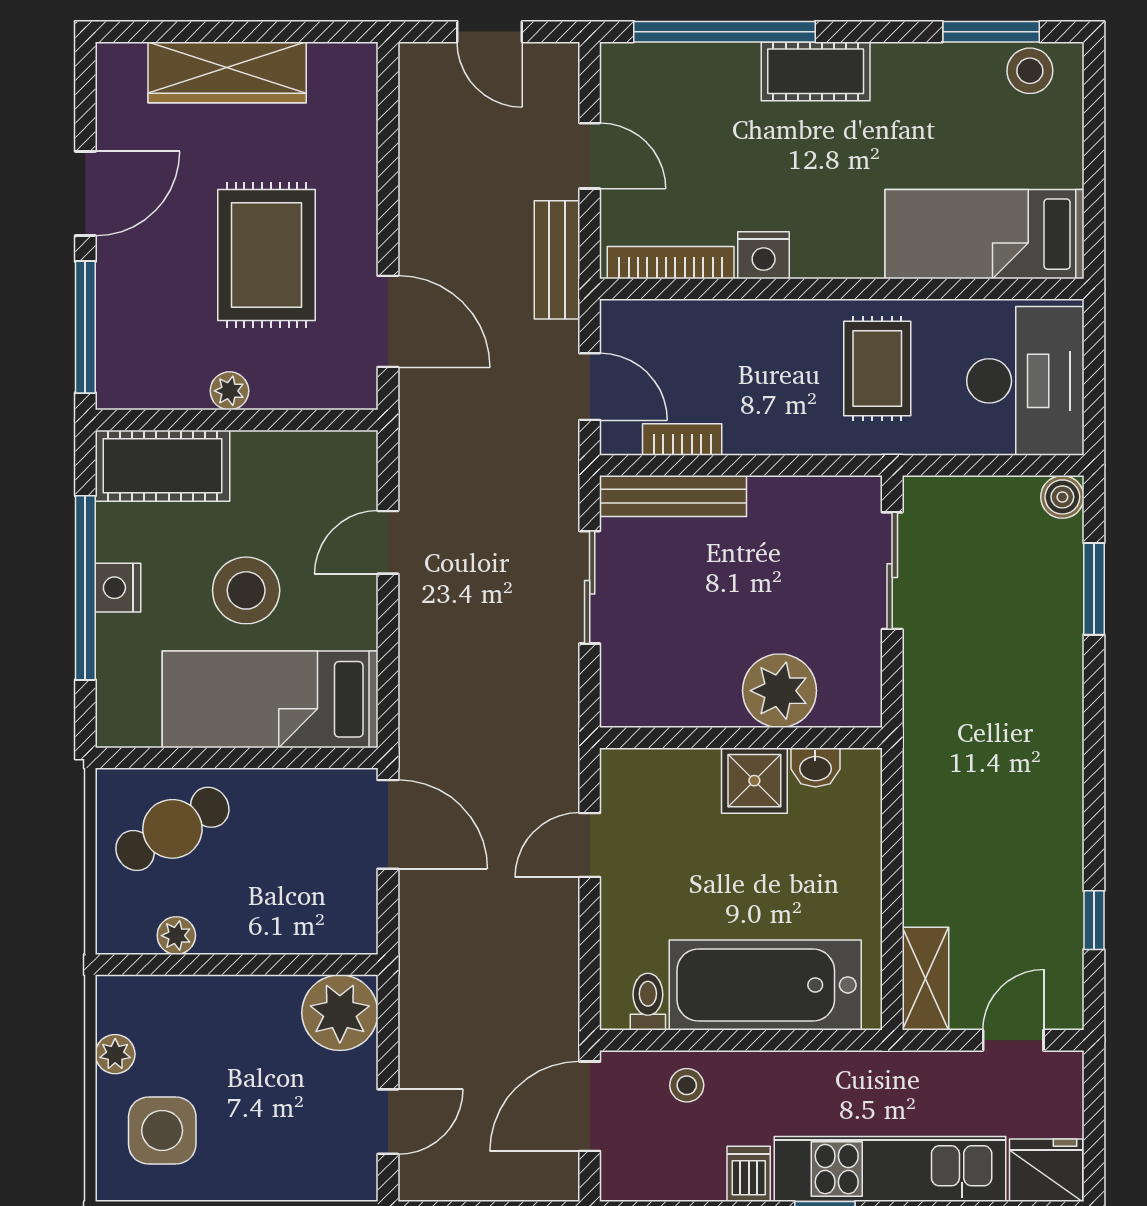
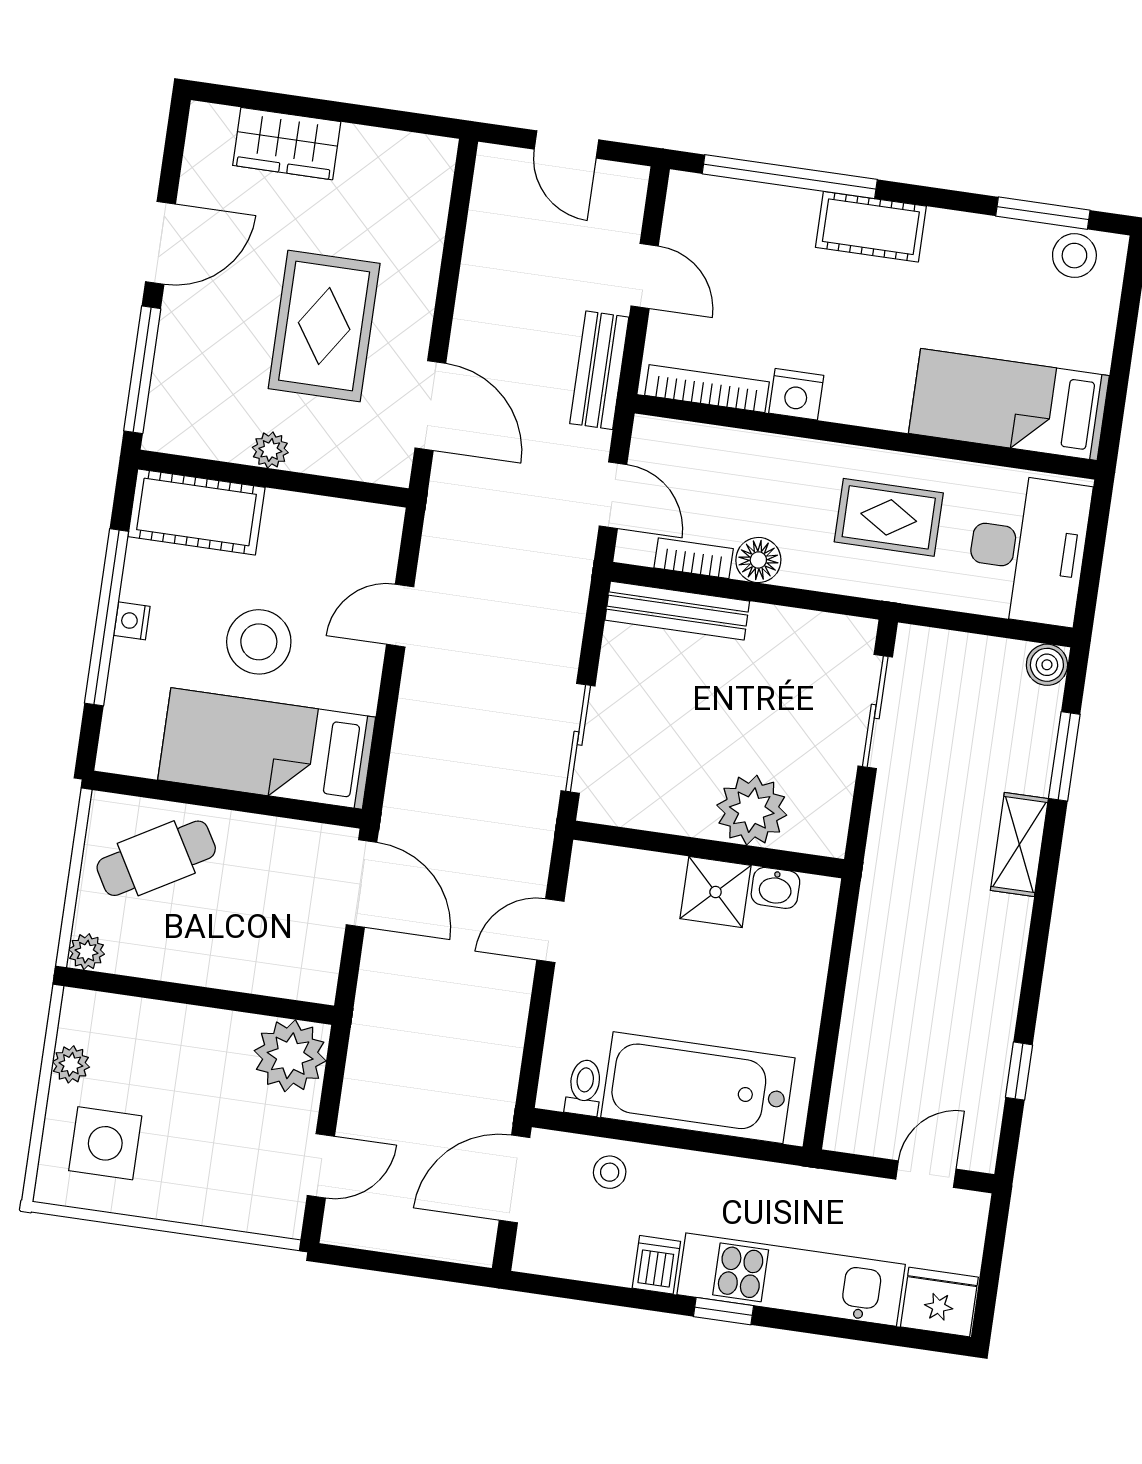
wardrobe: (227, 72) -> (287, 144), width x0.67
rug: (877, 368) -> (889, 517), turned 90
floor lamp: (749, 432) -> (758, 560), added
sliding door: (590, 587) -> (578, 738), moved
nightstand: (118, 588) -> (132, 621), width x0.72, depth x0.74
plant: (176, 936) -> (87, 952), moved
shelving: (926, 979) -> (1019, 845), moved

